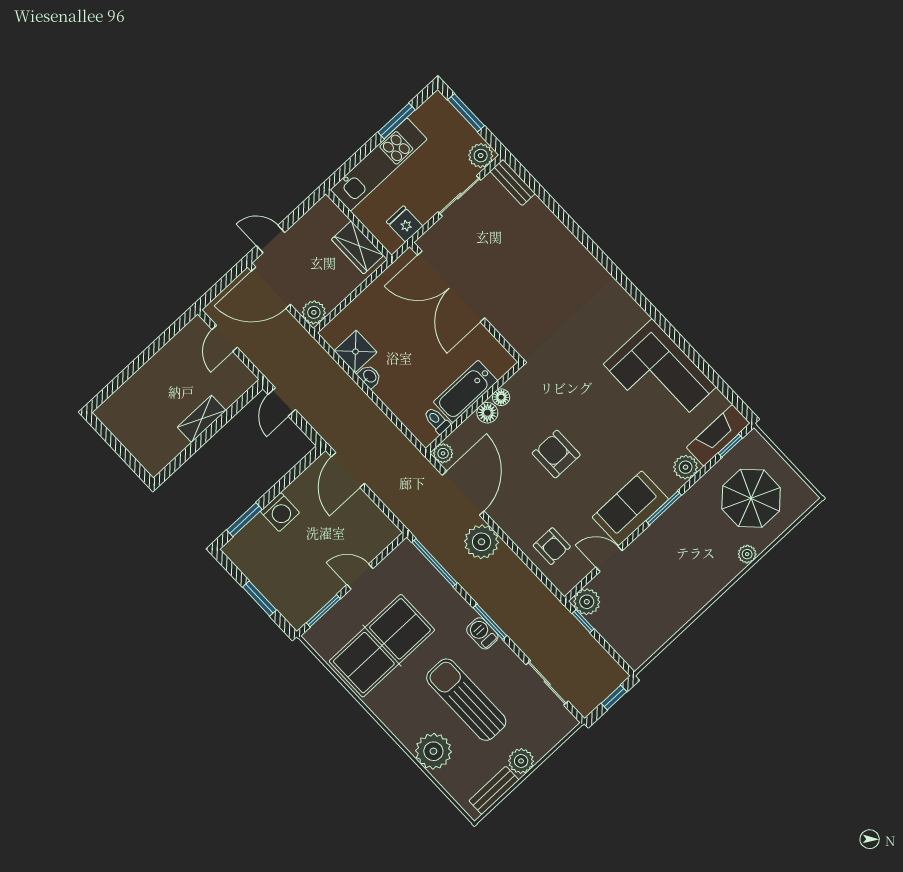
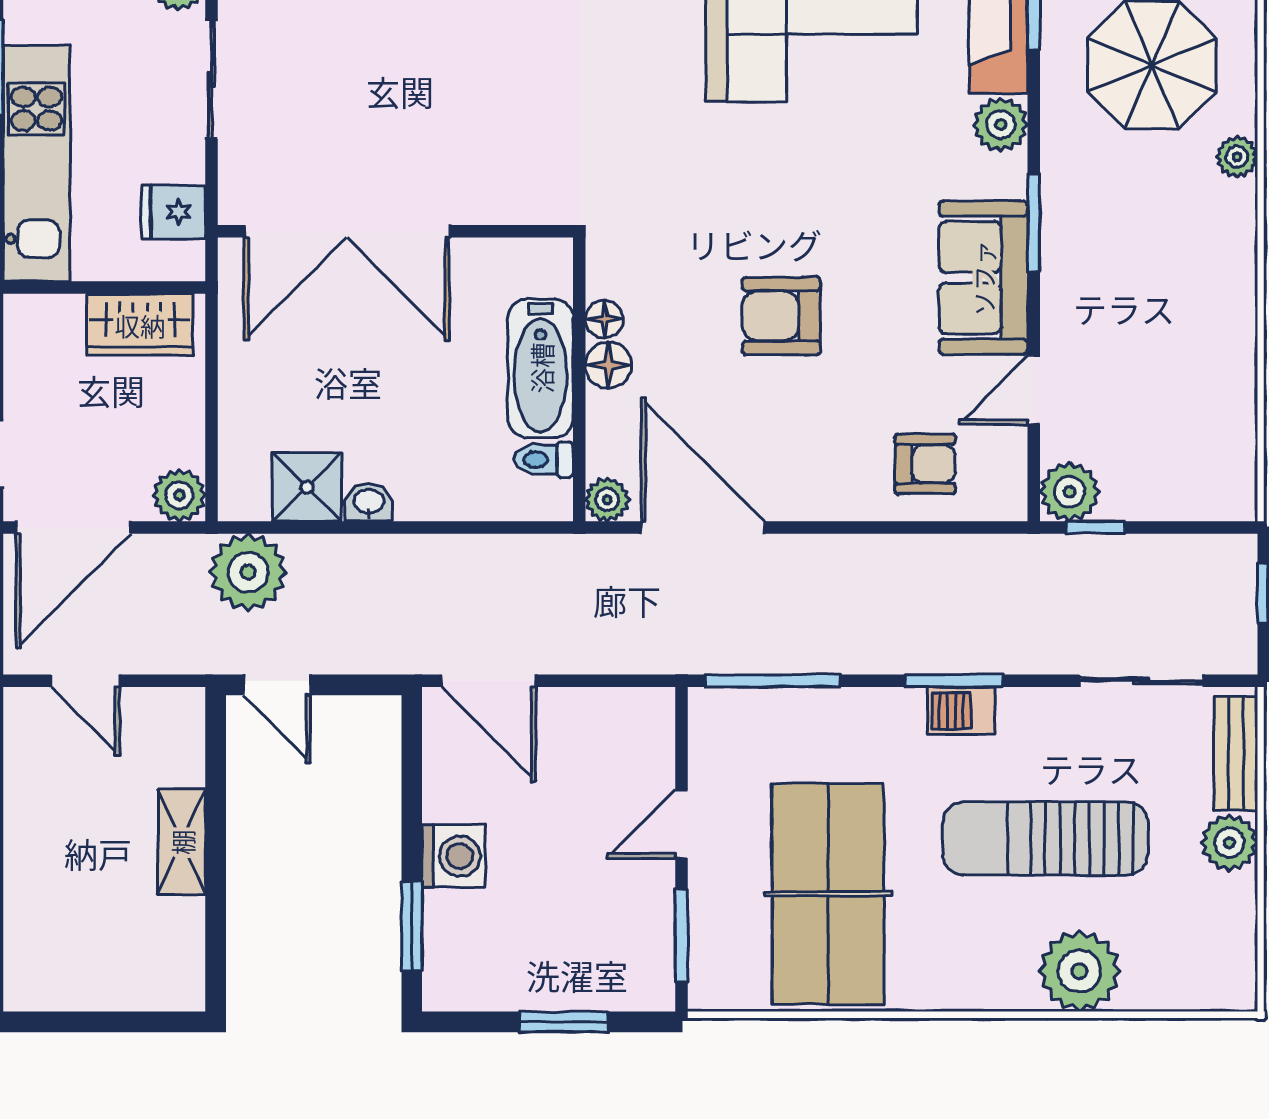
plant: (481, 542) -> (248, 572), moved
bench: (494, 790) -> (1236, 753), moved

